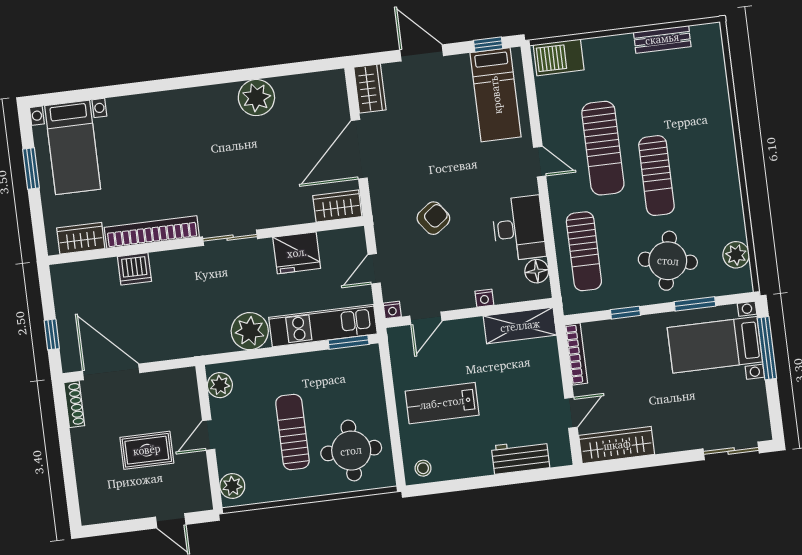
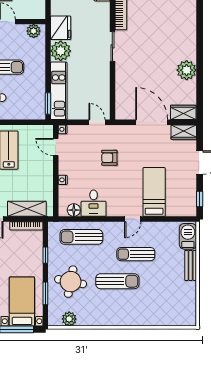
bench: (662, 39) -> (191, 265), moved
bed: (496, 95) -> (154, 192), moved, turned 90
sun lounger: (603, 148) -> (136, 254), width x0.73, depth x0.75
sun lounger: (656, 176) -> (117, 281), turned 180
wardrobe: (337, 206) -> (183, 112), moved, turned -90
armchair: (433, 218) -> (109, 158), turned 126
desk: (519, 228) -> (94, 203), width x0.73
fridge: (297, 253) -> (61, 28), moved, turned 180
door: (374, 269) -> (97, 122), moved
shelving: (520, 326) -> (27, 209), moved, turned 90

